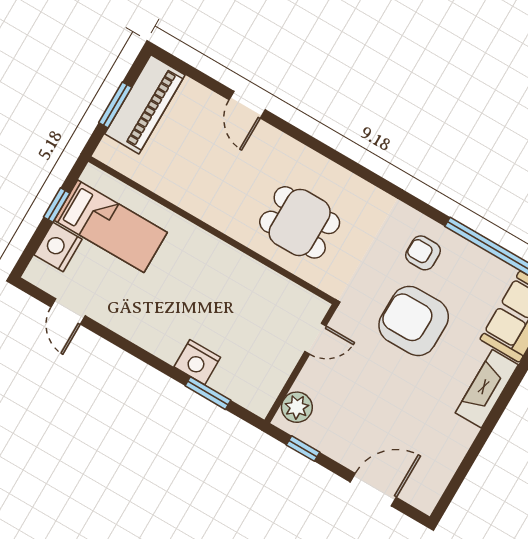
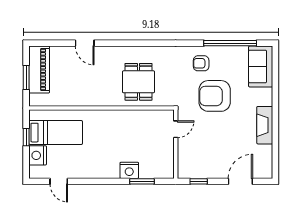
dining table: (300, 222) -> (138, 82), turned 90
fireplace: (487, 389) -> (265, 125), moved
plant: (297, 407) -> (185, 165), removed

